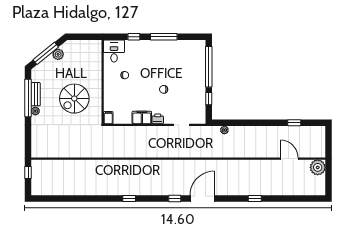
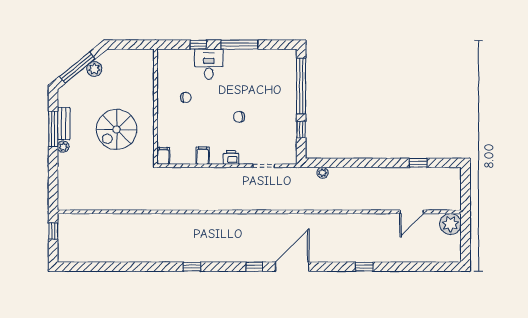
desk: (114, 51) -> (209, 64), moved
window: (28, 98) -> (53, 129), width x0.68
filing cabinet: (142, 118) -> (203, 156), width x0.50
door: (289, 159) -> (412, 212), swing flipped

